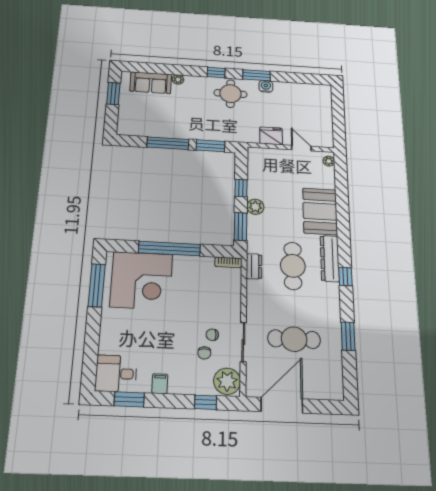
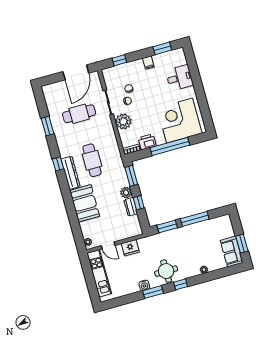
sofa: (151, 83) -> (232, 252), moved, turned -90
kitchen unit: (324, 119) -> (99, 273), added
printer: (201, 266) -> (147, 142), added
dresser: (254, 266) -> (131, 207), moved
window: (97, 285) -> (205, 109), removed
desk: (116, 374) -> (180, 78), moved
plant: (227, 381) -> (123, 121), moved

